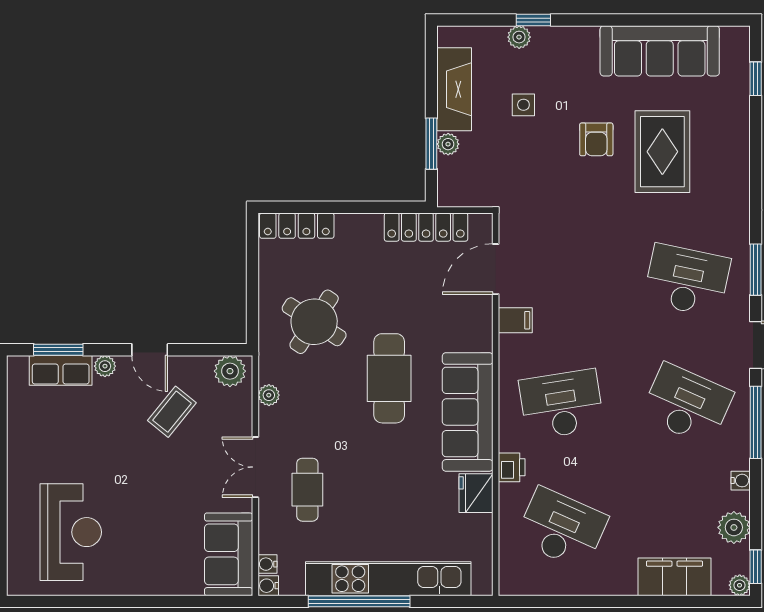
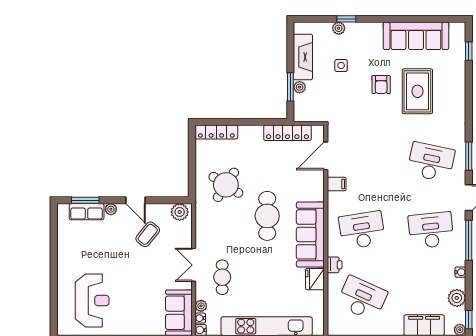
plant: (269, 395) -> (201, 306), moved
desk: (687, 404) -> (431, 230), turned -30

